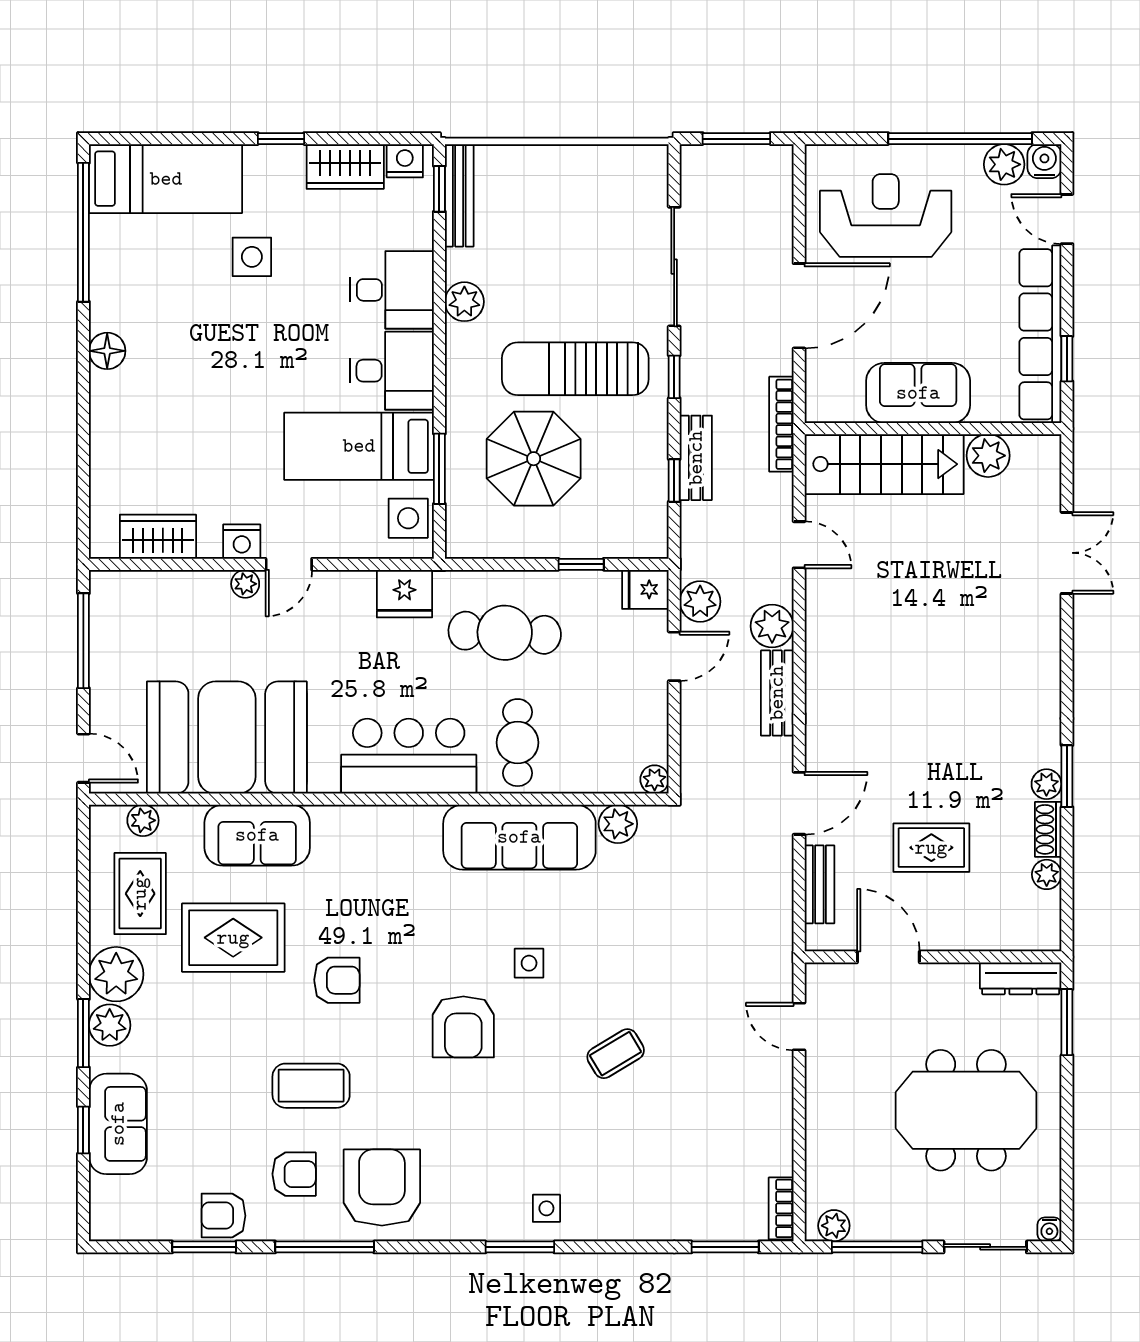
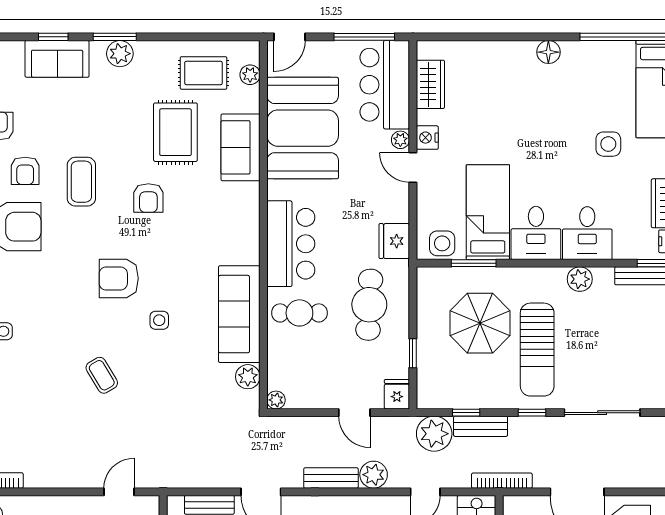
sun lounger: (575, 369) -> (537, 350), turned 180
plant: (700, 601) -> (434, 434), moved, width x1.36, depth x1.36
bar counter: (159, 609) -> (385, 85), added
plant: (116, 974) -> (152, 58), removed

